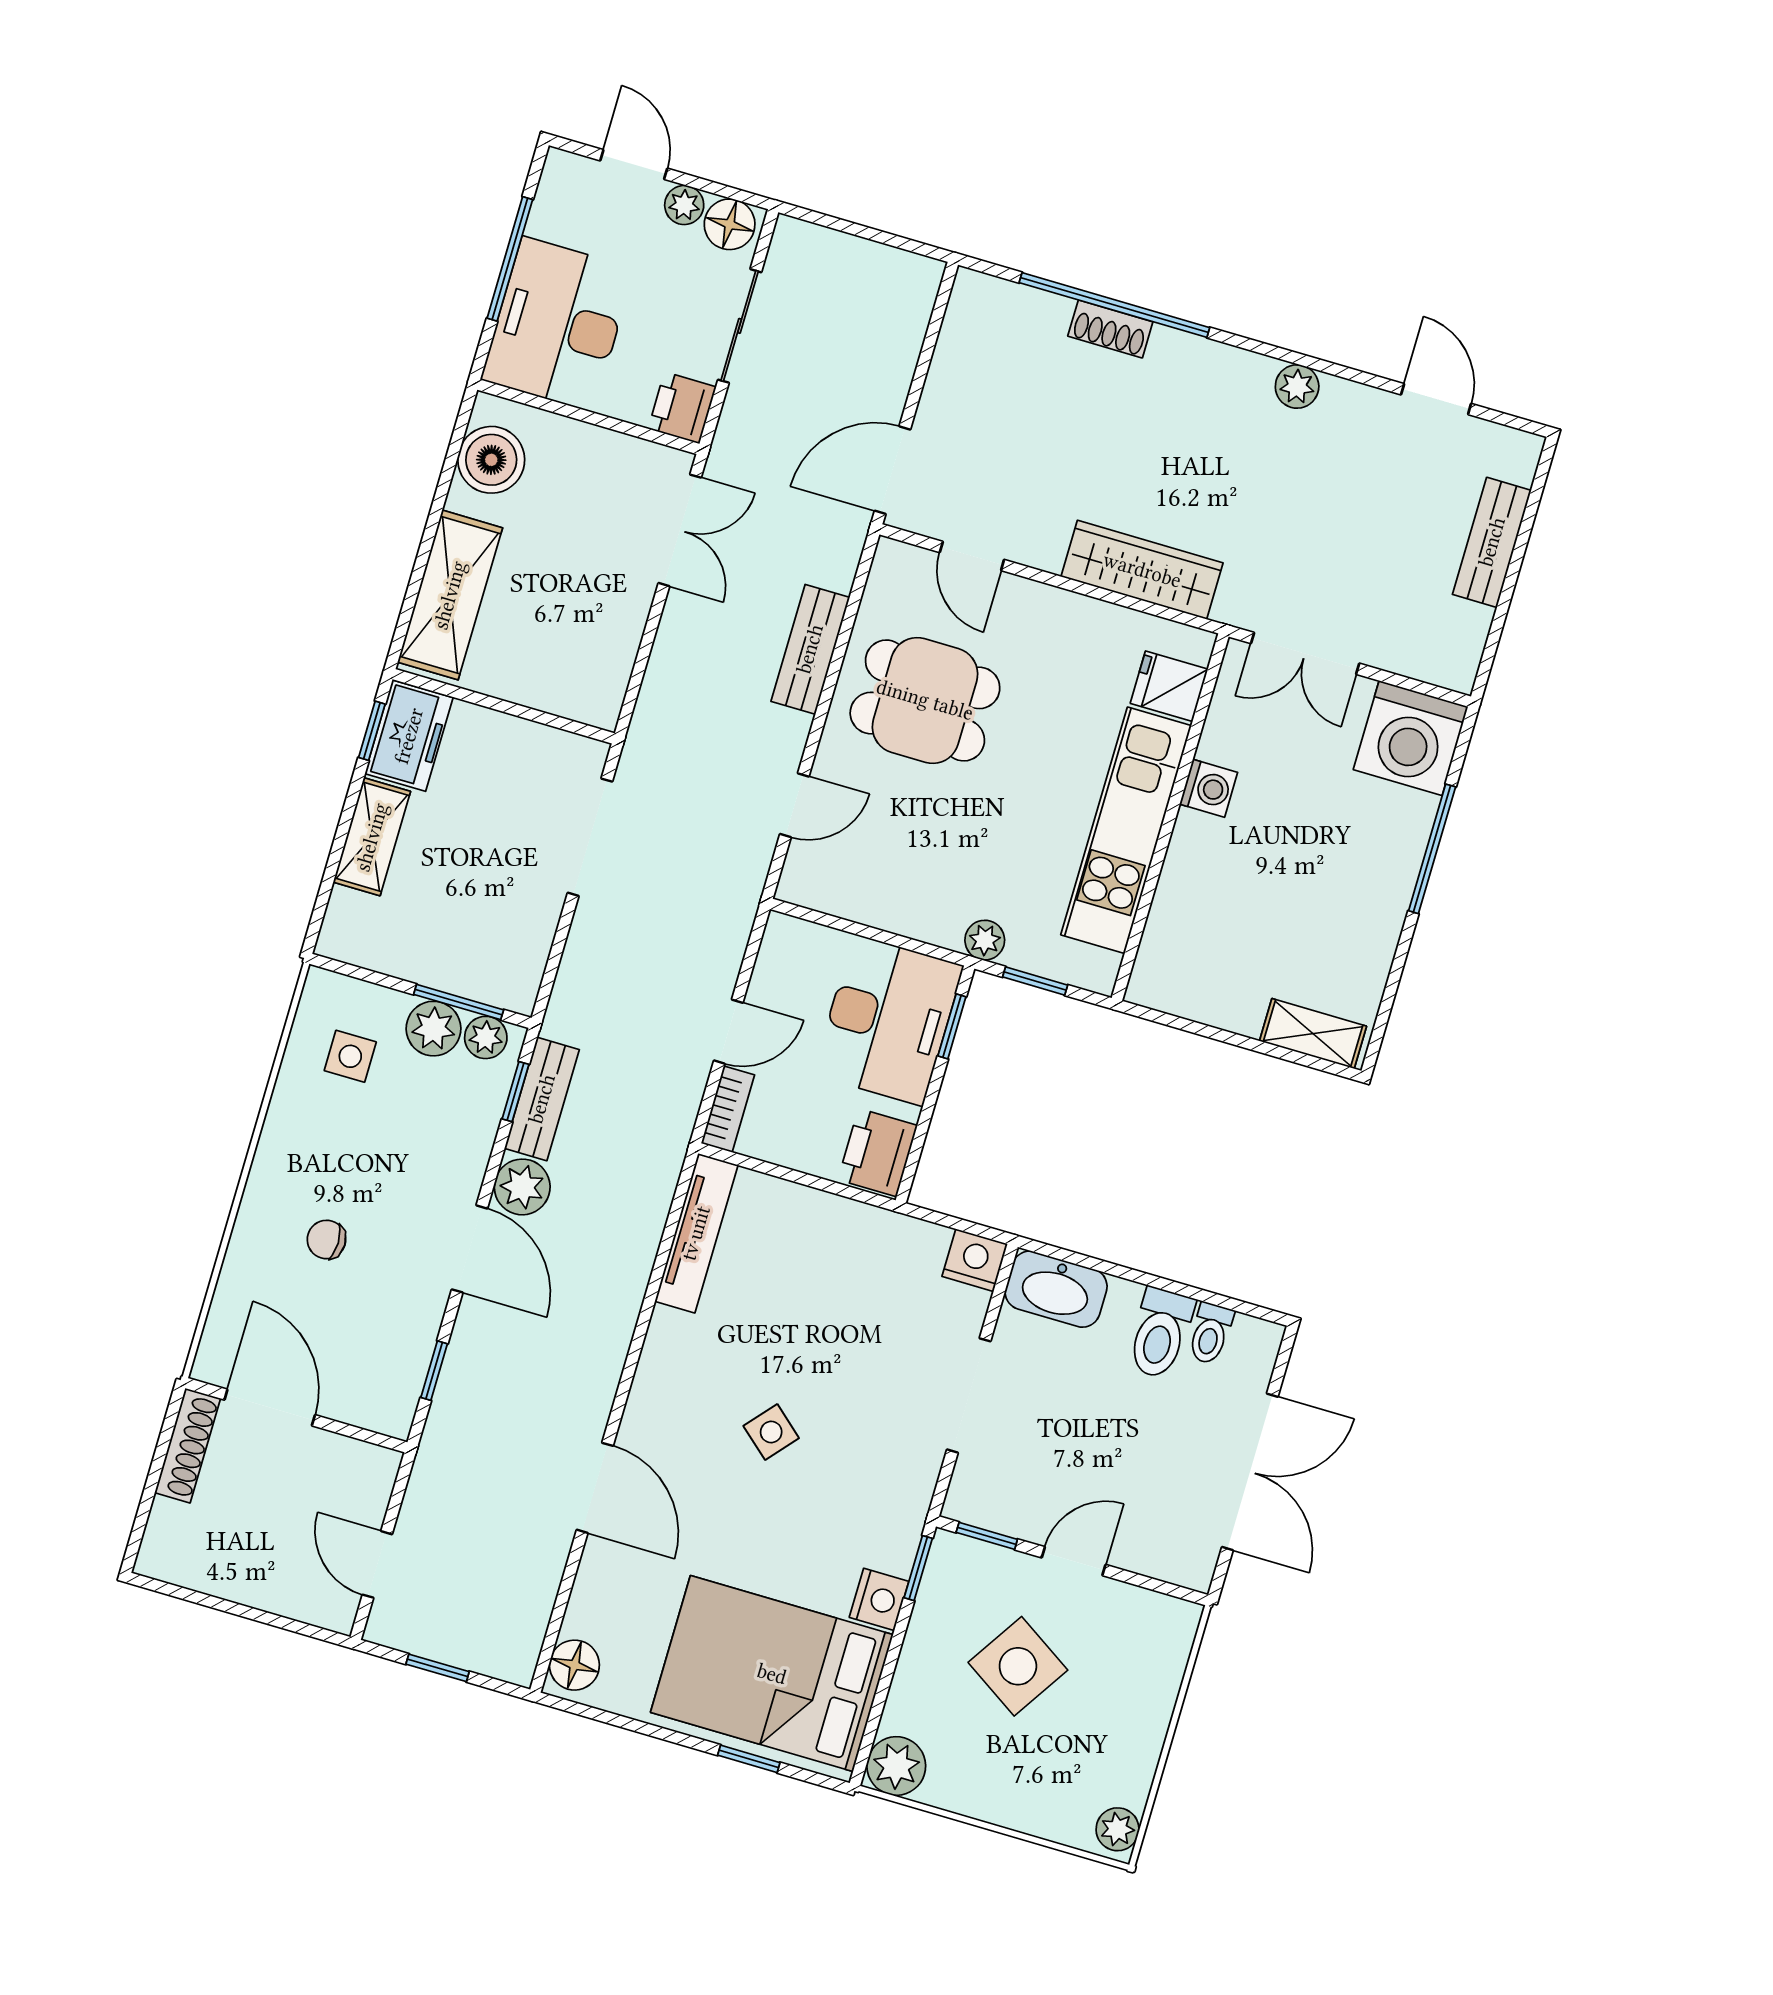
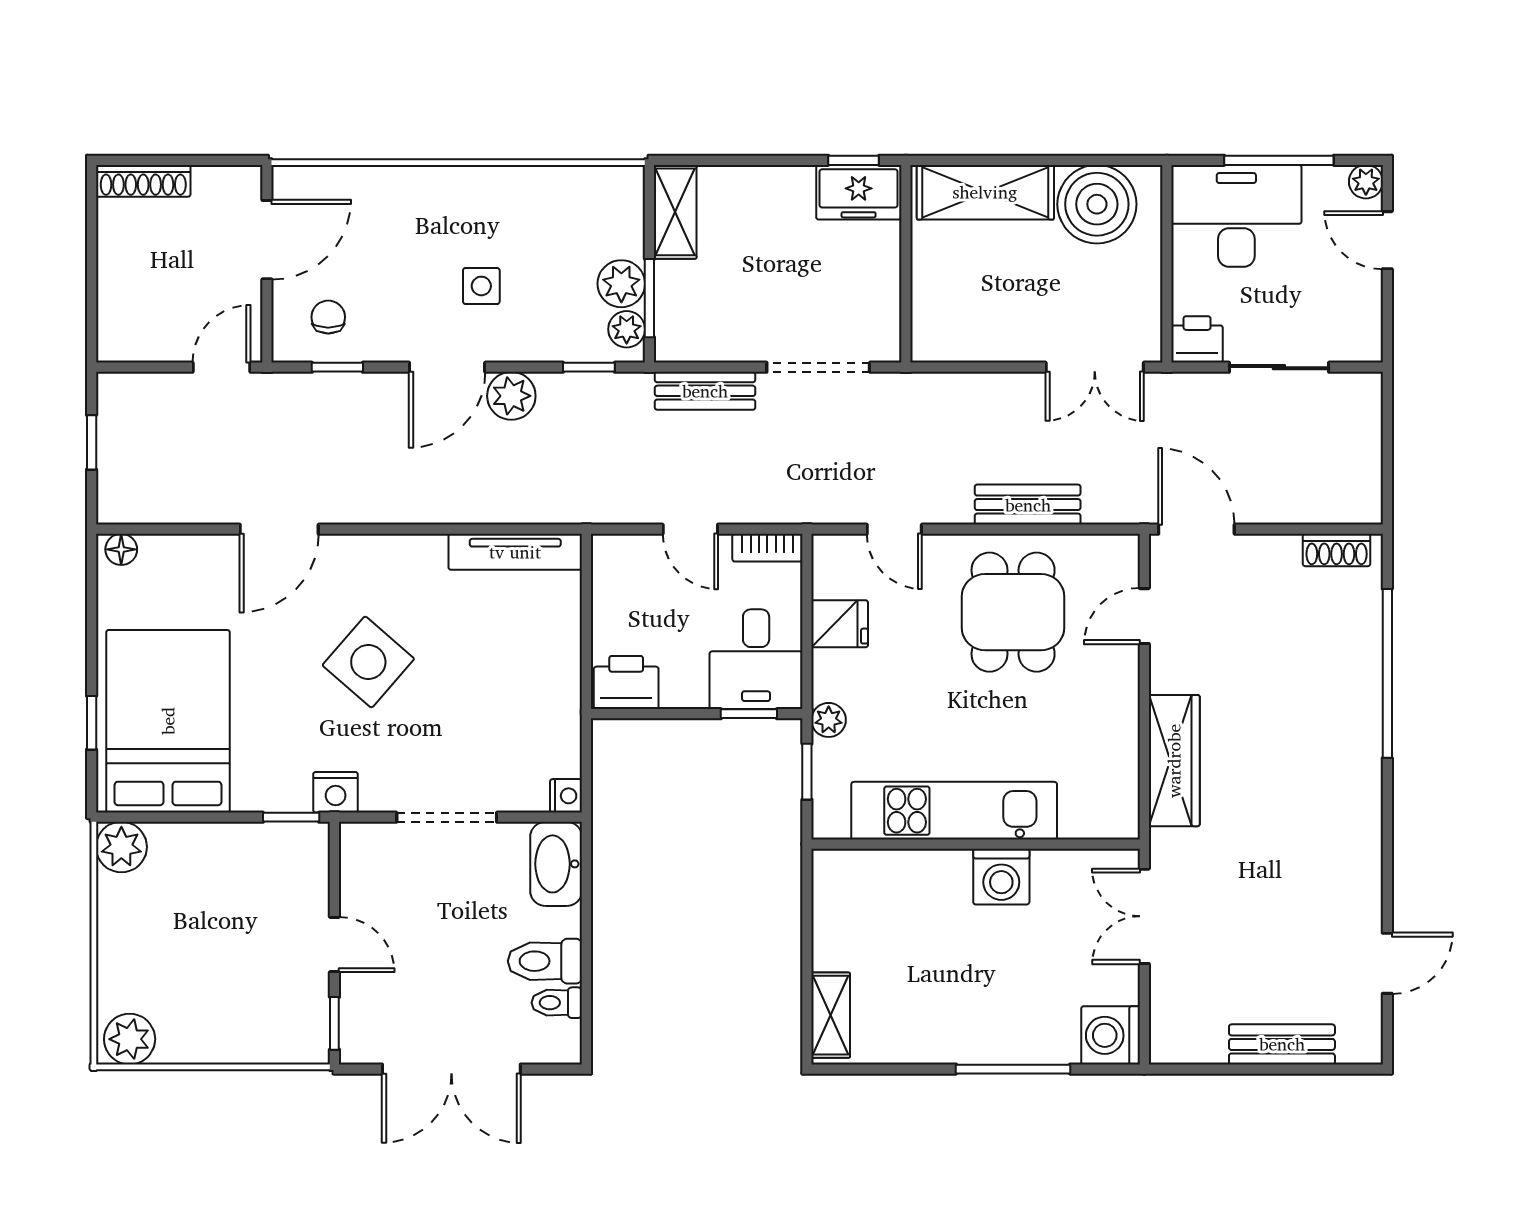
door: (634, 164) -> (1387, 240), swing flipped
plant: (684, 205) -> (1366, 182), moved
floor lamp: (730, 224) -> (1361, 334), removed
shoe rack: (1110, 329) -> (1337, 550), moved, turned -90
plant: (1297, 387) -> (1364, 845), removed
boiler: (491, 460) -> (1097, 204), width x1.37, depth x1.37
fridge: (1169, 686) -> (840, 624), moved, turned 90
washing machine: (1411, 738) -> (1111, 1035), width x0.73, depth x0.73
washing machine: (1209, 788) -> (1001, 877), width x1.38, depth x1.38
shelving: (372, 837) -> (675, 212), moved, turned 90
desk: (888, 1020) -> (756, 659), width x0.73
side table: (350, 1056) -> (481, 286), moved
bench: (542, 1099) -> (705, 391), moved
bookcase: (728, 1109) -> (767, 548), moved
chair: (326, 1240) -> (328, 317), moved
nightstand: (975, 1260) -> (566, 796), width x0.72, depth x0.74
side table: (771, 1432) -> (368, 662), width x1.87, depth x1.87
shoe rack: (188, 1446) -> (143, 181), moved
window: (987, 1536) -> (334, 1023), moved
door: (377, 1564) -> (221, 367), moved
nightstand: (879, 1599) -> (336, 792), moved
floor lamp: (574, 1665) -> (121, 549), width x0.73, depth x0.73
side table: (1018, 1666) -> (234, 924), removed
plant: (1118, 1829) -> (130, 1039), width x1.38, depth x1.38

